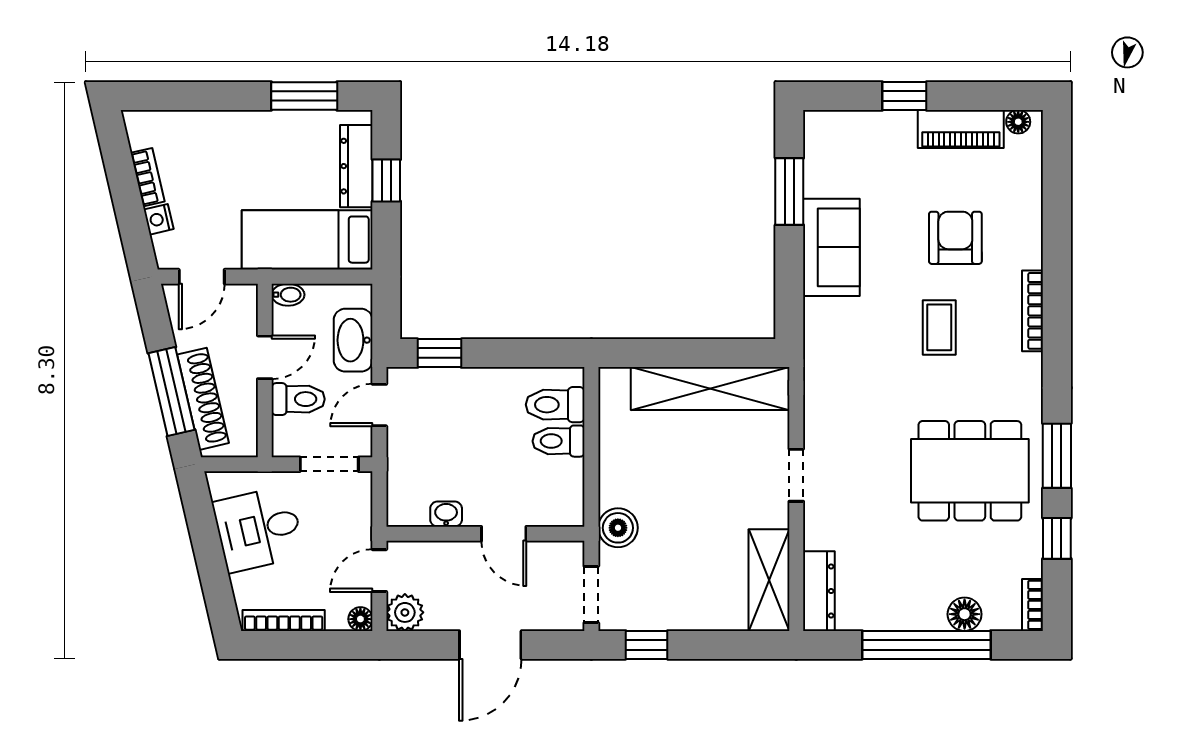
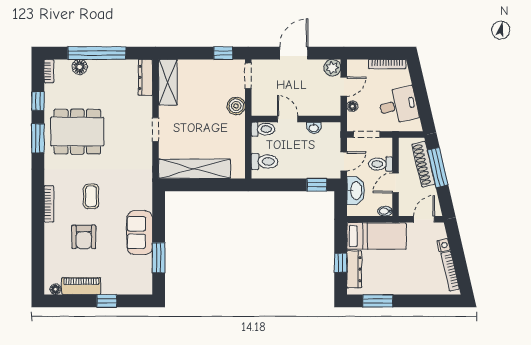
bookcase: (148, 177) -> (450, 271), width x1.56
toilet: (558, 441) -> (263, 129), moved
washbasin: (446, 514) -> (314, 128), moved
wall: (485, 534) -> (296, 119), moved
door: (504, 534) -> (288, 119), moved
floor lamp: (360, 619) -> (352, 106), moved

